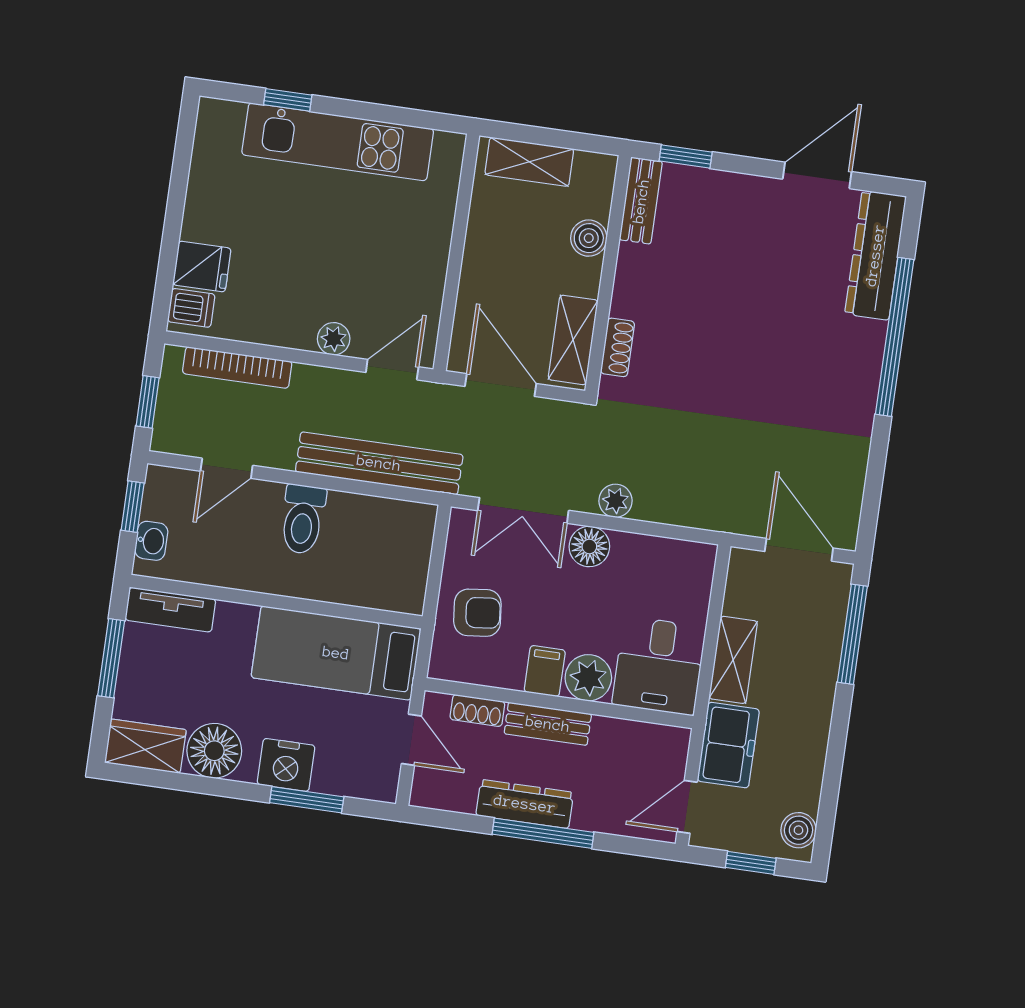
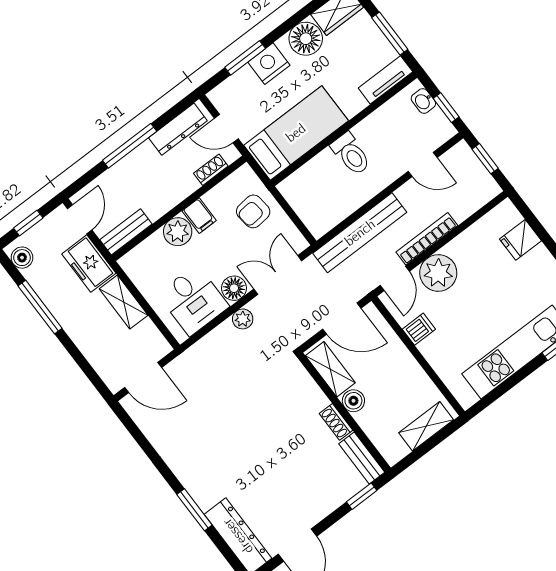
boiler: (589, 238) -> (353, 401), moved
dishwasher: (191, 308) -> (419, 329), moved, turned 180
window: (895, 337) -> (194, 510), width x0.47
plant: (334, 339) -> (438, 273), width x1.88, depth x1.88
shoe rack: (618, 347) -> (336, 422), moved
bookcase: (237, 368) -> (427, 239), moved
door: (227, 468) -> (423, 165), swing flipped
toilet: (303, 519) -> (351, 154), moved, turned 180
window: (852, 634) -> (40, 307), moved
desk: (659, 666) -> (193, 300), moved, turned 180
bench: (548, 724) -> (126, 232), moved
dresser: (525, 804) -> (178, 129), moved

